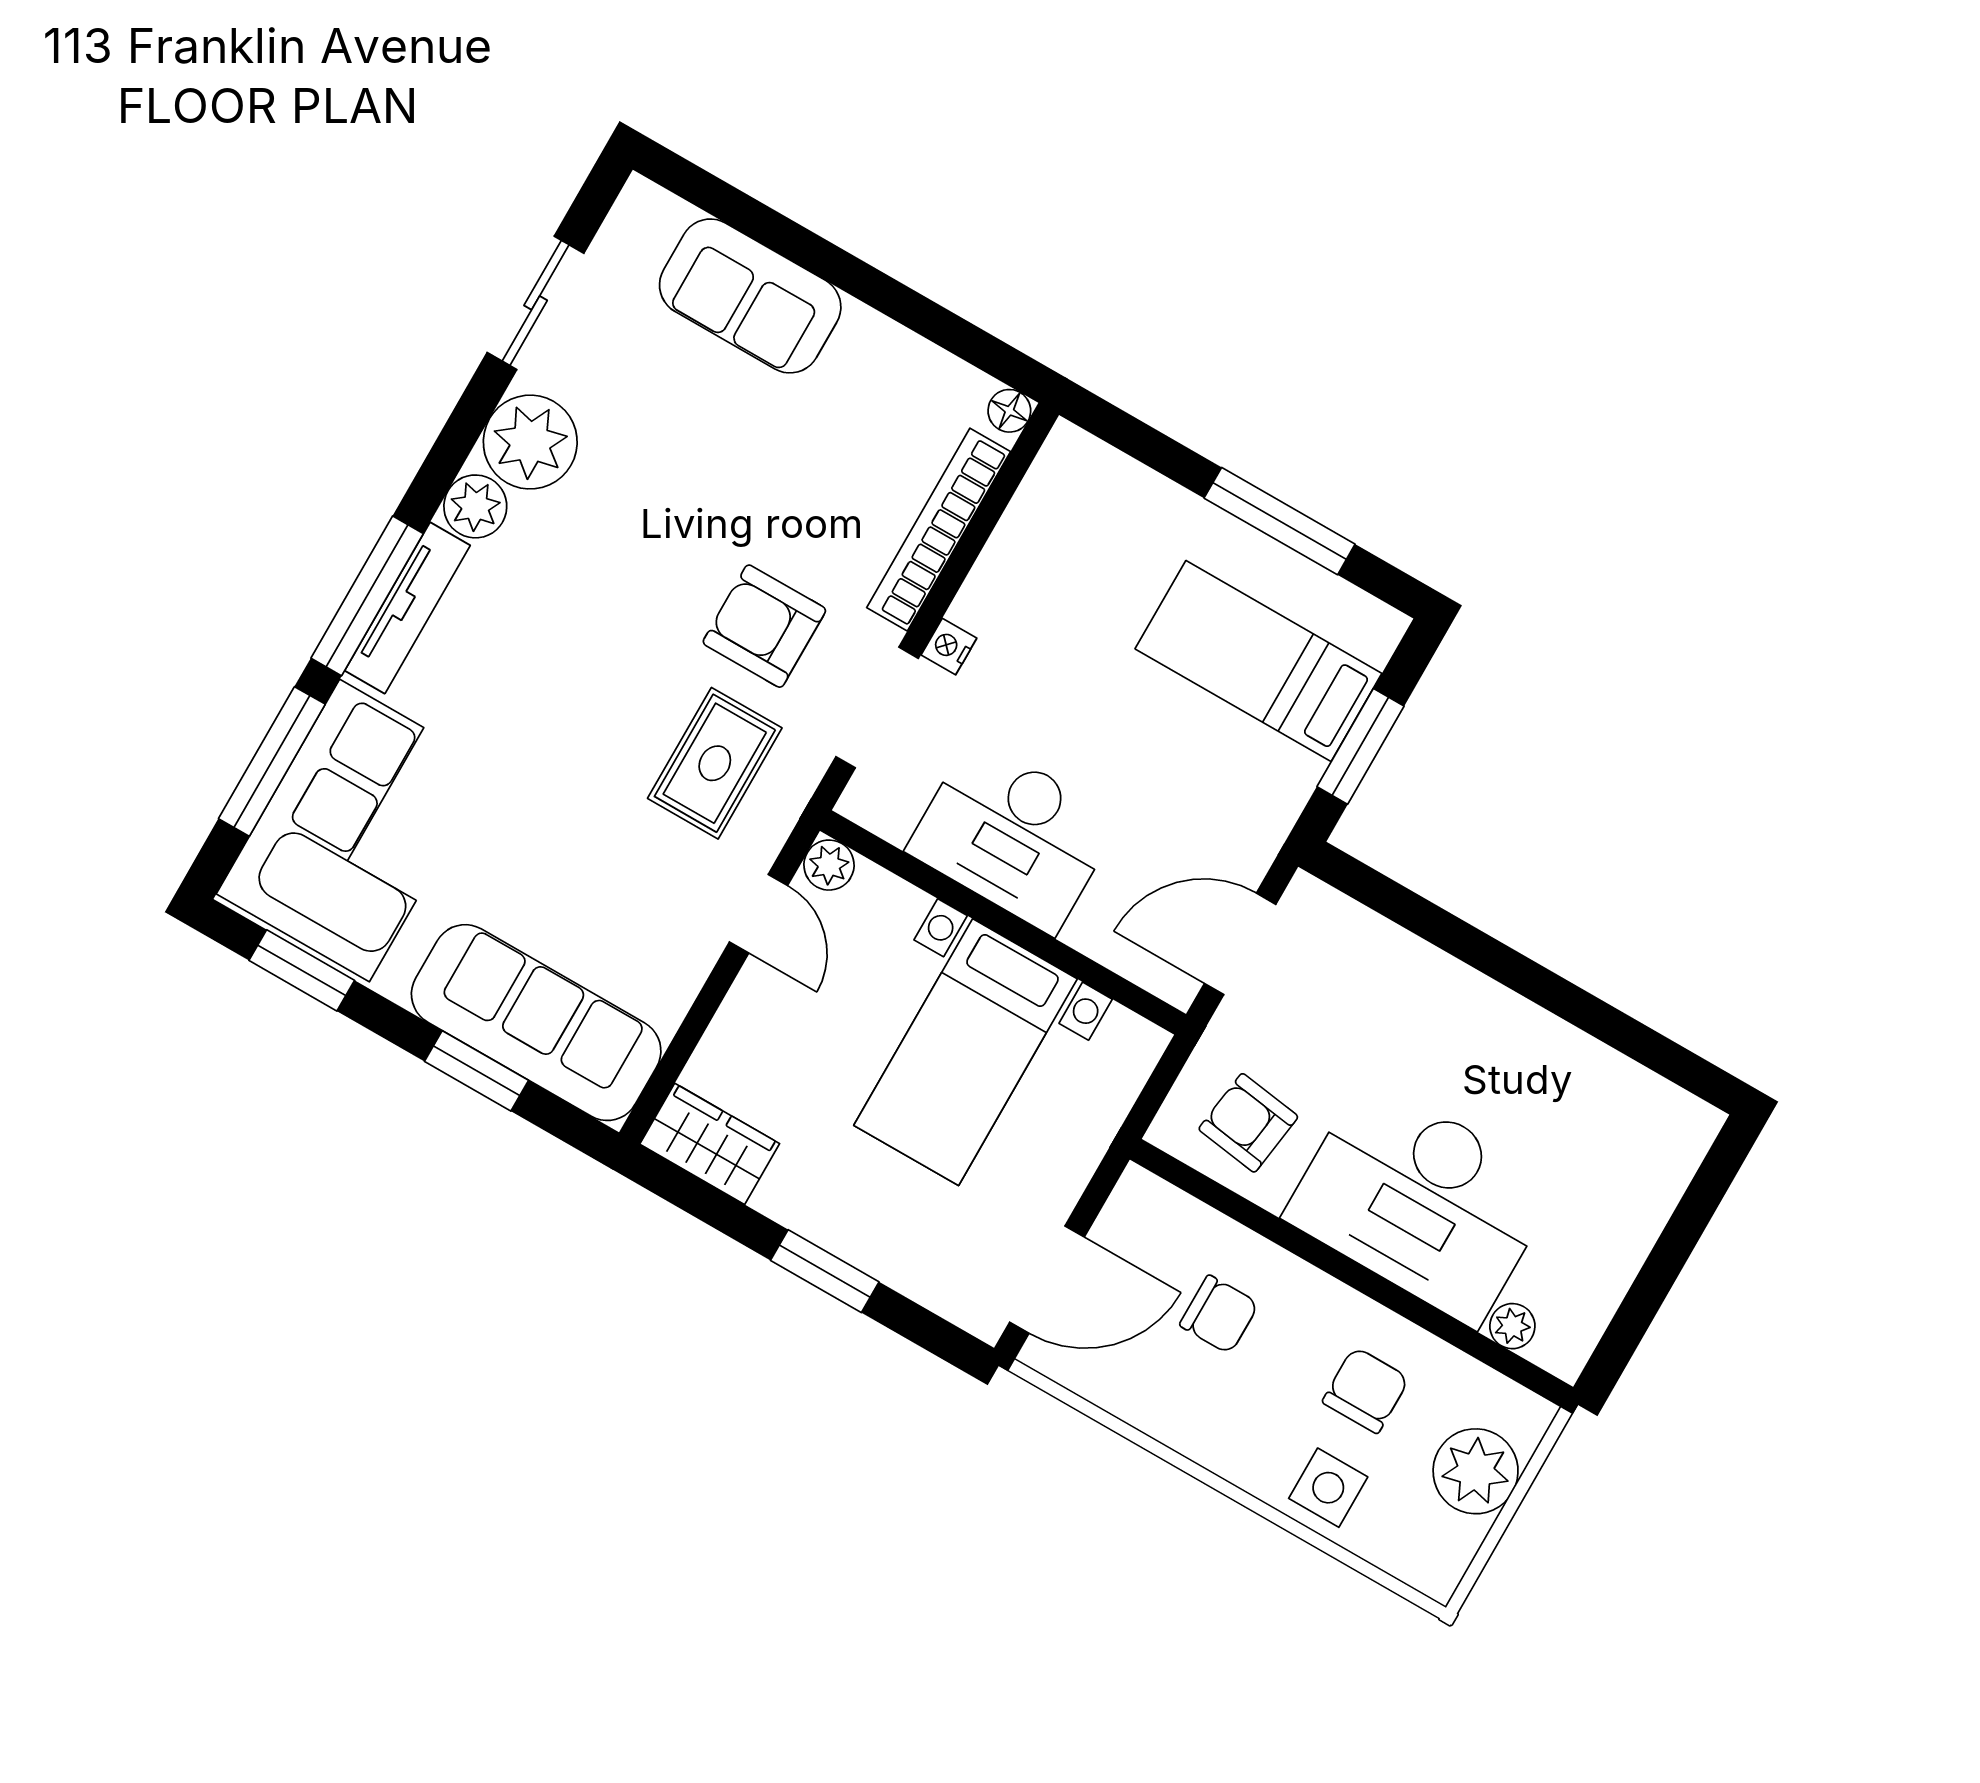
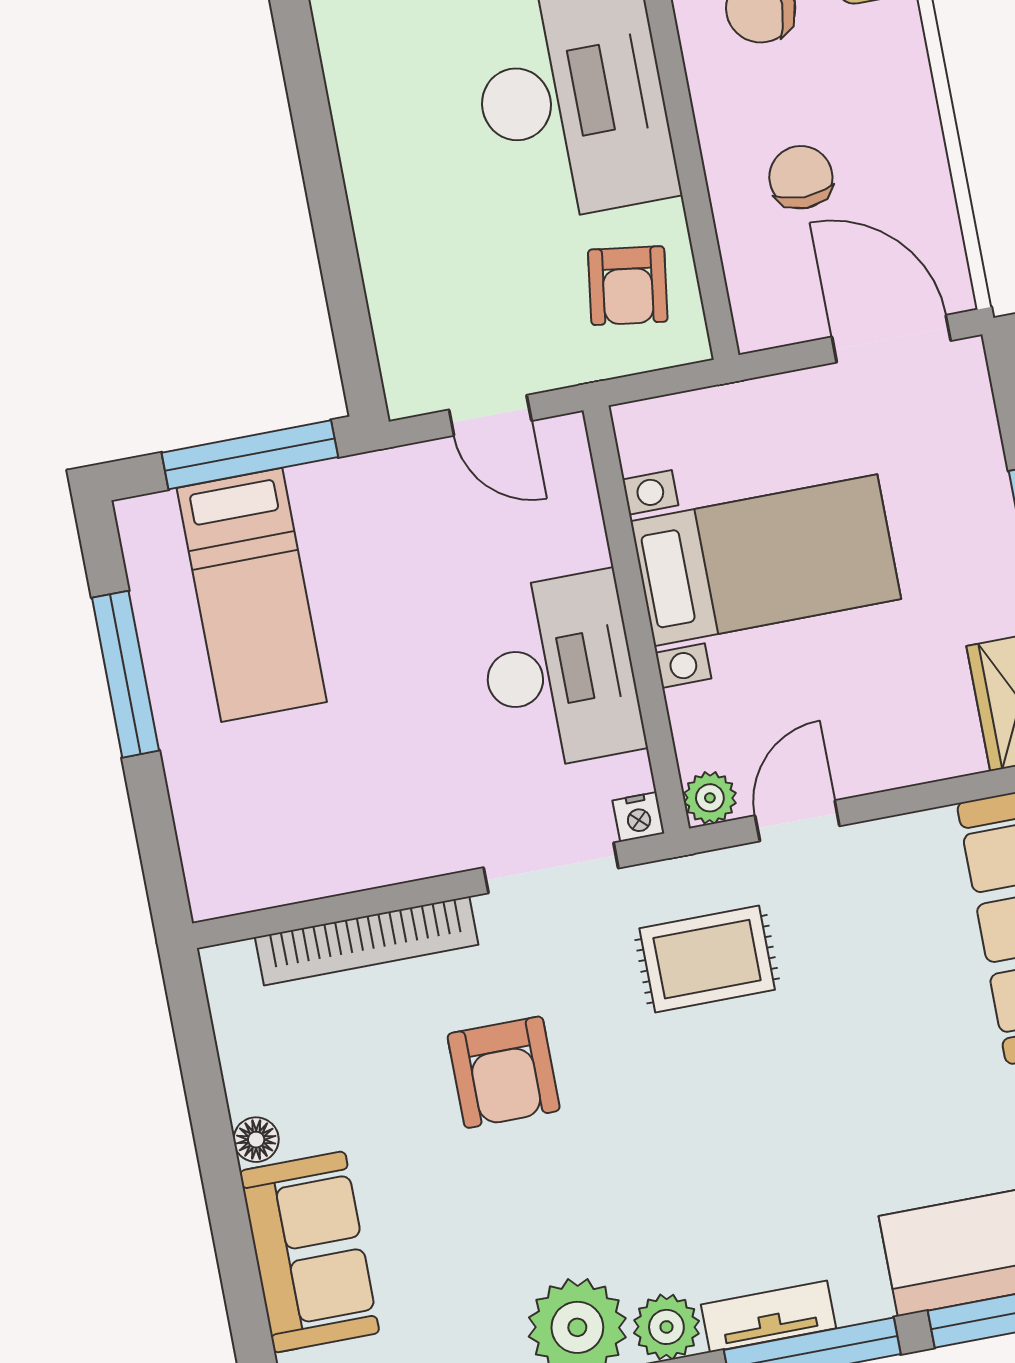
floor lamp: (1009, 411) -> (256, 1140), moved
tv unit: (407, 608) -> (769, 1316), width x0.71
armchair: (764, 626) -> (504, 1072), moved
nightstand: (949, 647) -> (638, 817), moved
window: (1360, 746) -> (250, 455), width x1.44
door: (1240, 944) -> (490, 415), width x0.73

